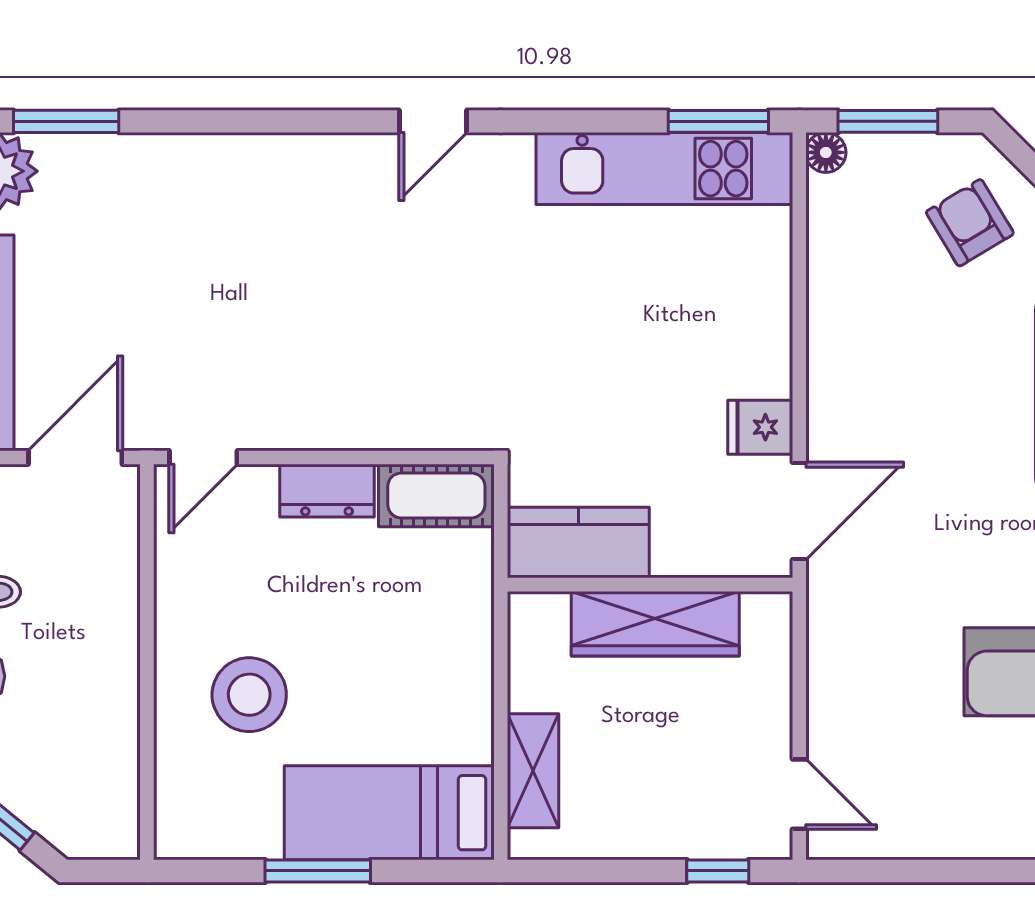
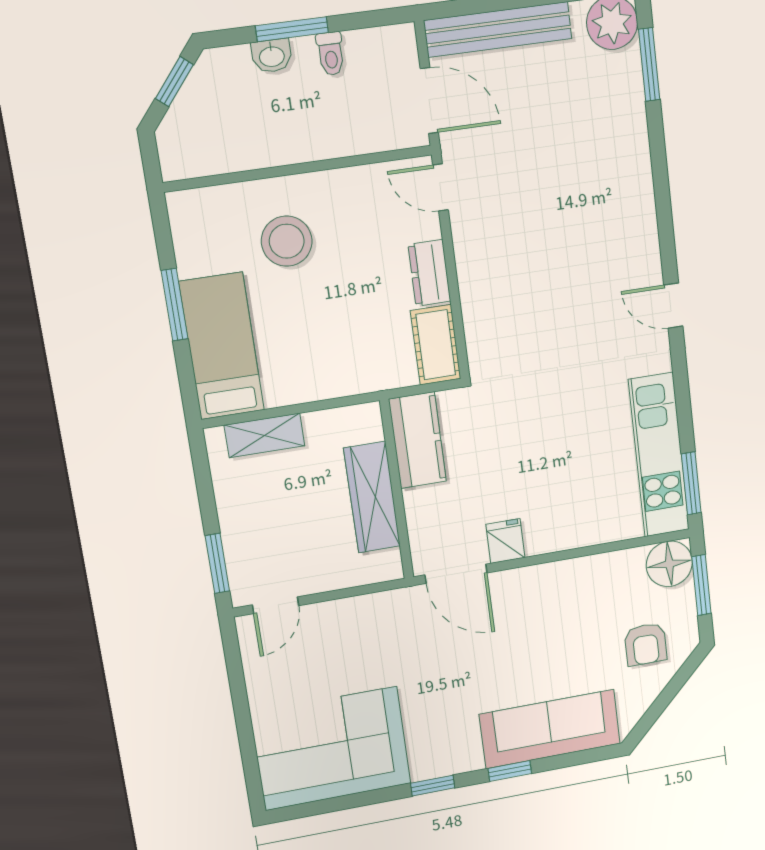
floor lamp: (826, 152) -> (669, 564), width x1.89, depth x1.89
armchair: (970, 223) -> (646, 644), turned 121
window: (718, 871) -> (217, 563), width x1.50

